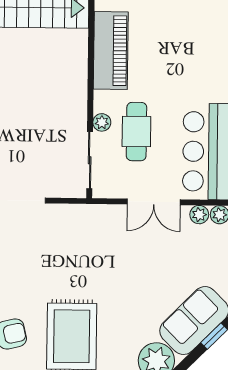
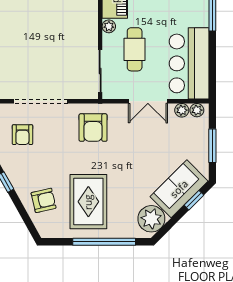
plant: (102, 122) -> (109, 26), moved
armchair: (79, 236) -> (93, 128), added

